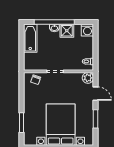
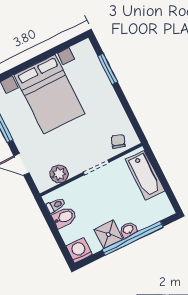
bathtub: (30, 38) -> (145, 175), moved
bidet: (87, 52) -> (64, 217), added
plant: (88, 78) -> (59, 174), moved

